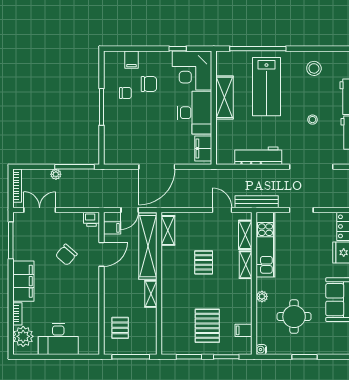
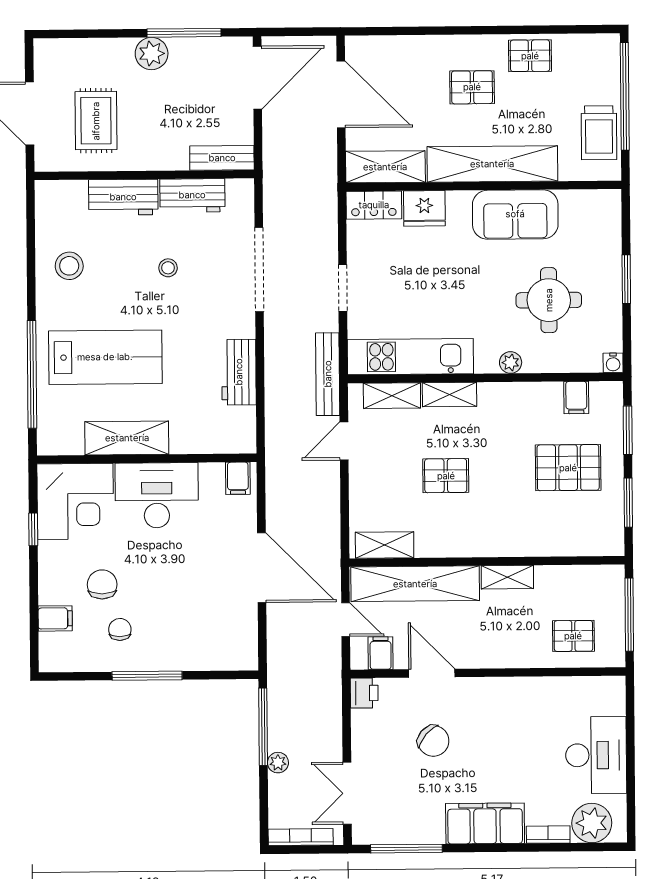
filing cabinet: (203, 148) -> (238, 478), width x0.50
workbench: (258, 156) -> (239, 372), width x0.73

